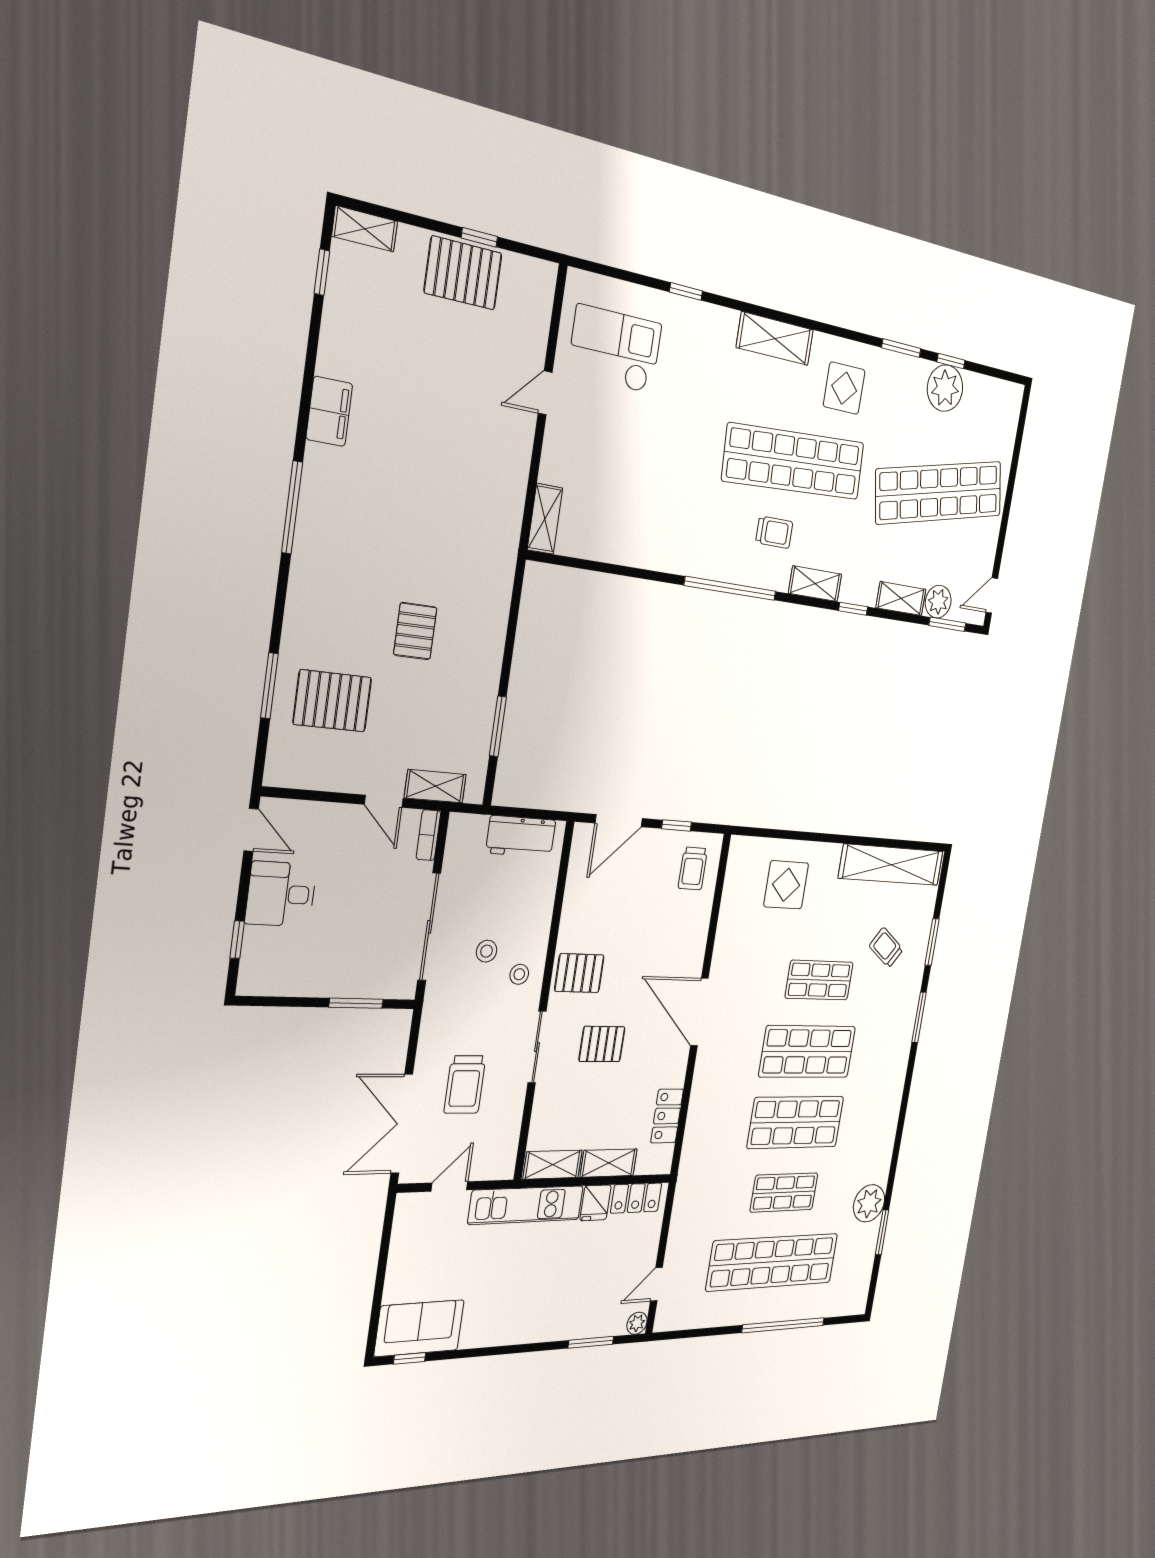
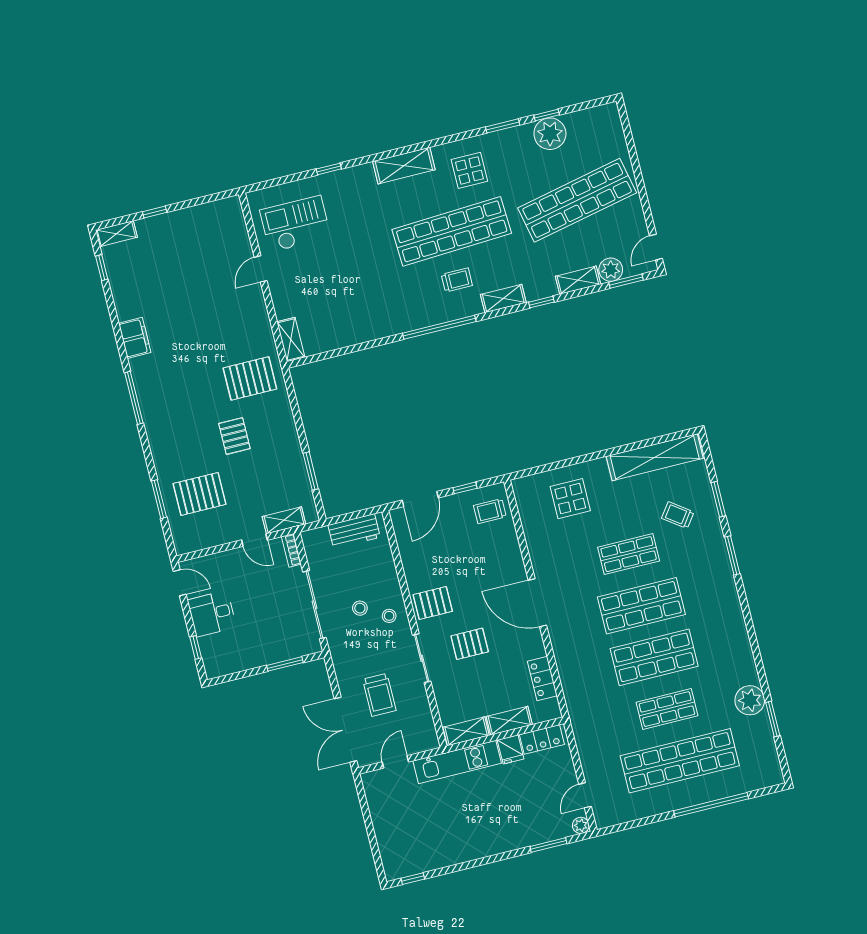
window: (479, 237) -> (155, 212), moved
pallet: (463, 273) -> (250, 378), moved
trolley: (693, 868) -> (490, 511), turned 90
sofa: (419, 1328) -> (412, 858), removed

